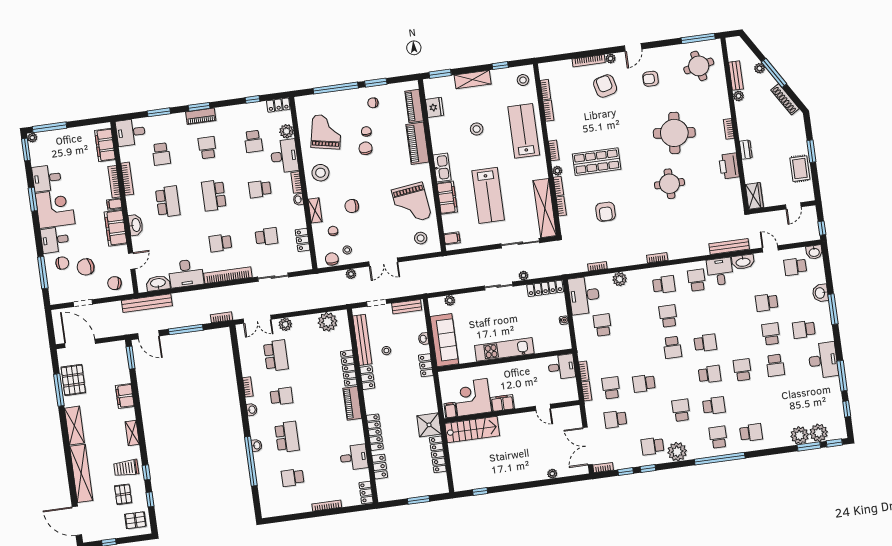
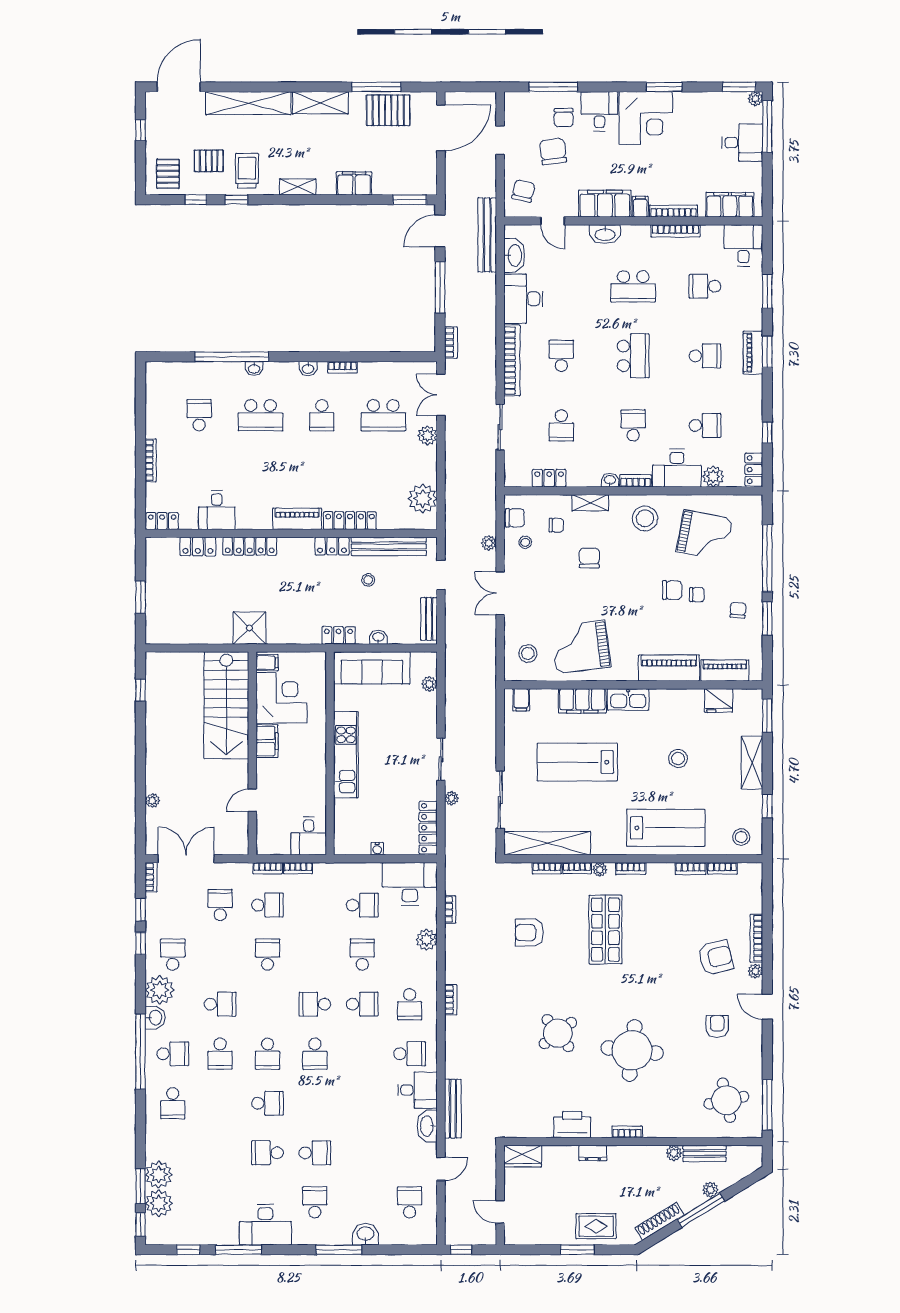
school desk: (253, 141) -> (705, 425), turned 180
rug: (800, 169) -> (596, 1226), moved
desk: (47, 178) -> (742, 143), moved, turned 90
round table: (669, 184) -> (558, 1033), turned -38
school desk: (214, 195) -> (633, 356), turned 90
washbasin: (814, 252) -> (155, 1018), moved, turned 180
school desk: (767, 303) -> (362, 955), moved
stairs: (472, 430) -> (226, 705), width x1.36, depth x1.51
locker: (438, 454) -> (204, 635), removed

